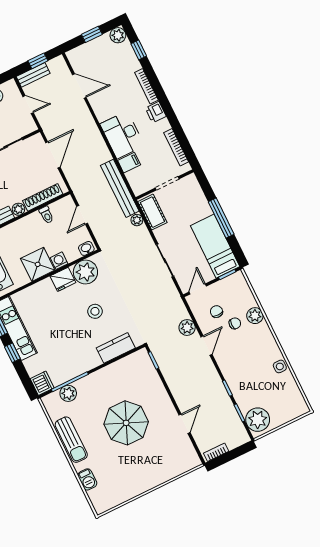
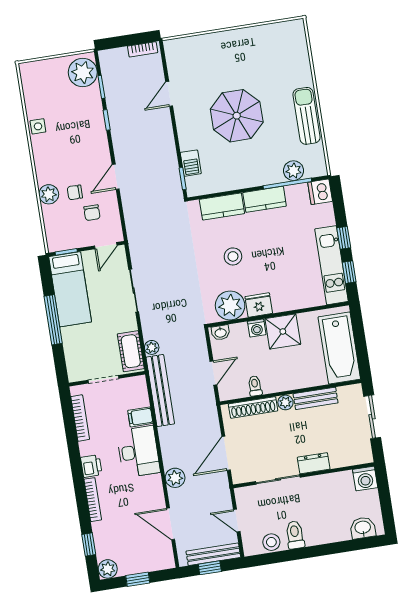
bench: (33, 75) -> (213, 554), width x1.36
plant: (187, 328) -> (175, 478), moved
kitchen counter: (84, 364) -> (265, 199), added
barbecue: (87, 479) -> (191, 163), moved, turned 180

